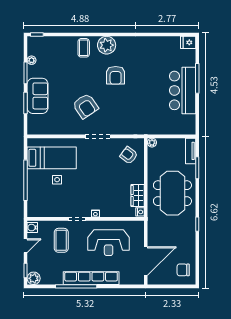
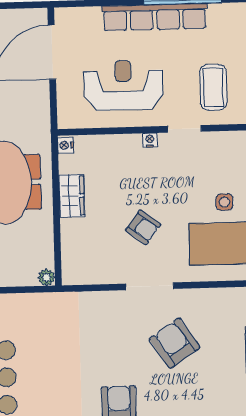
armchair: (129, 155) -> (143, 227), moved
wardrobe: (138, 196) -> (72, 196), moved

